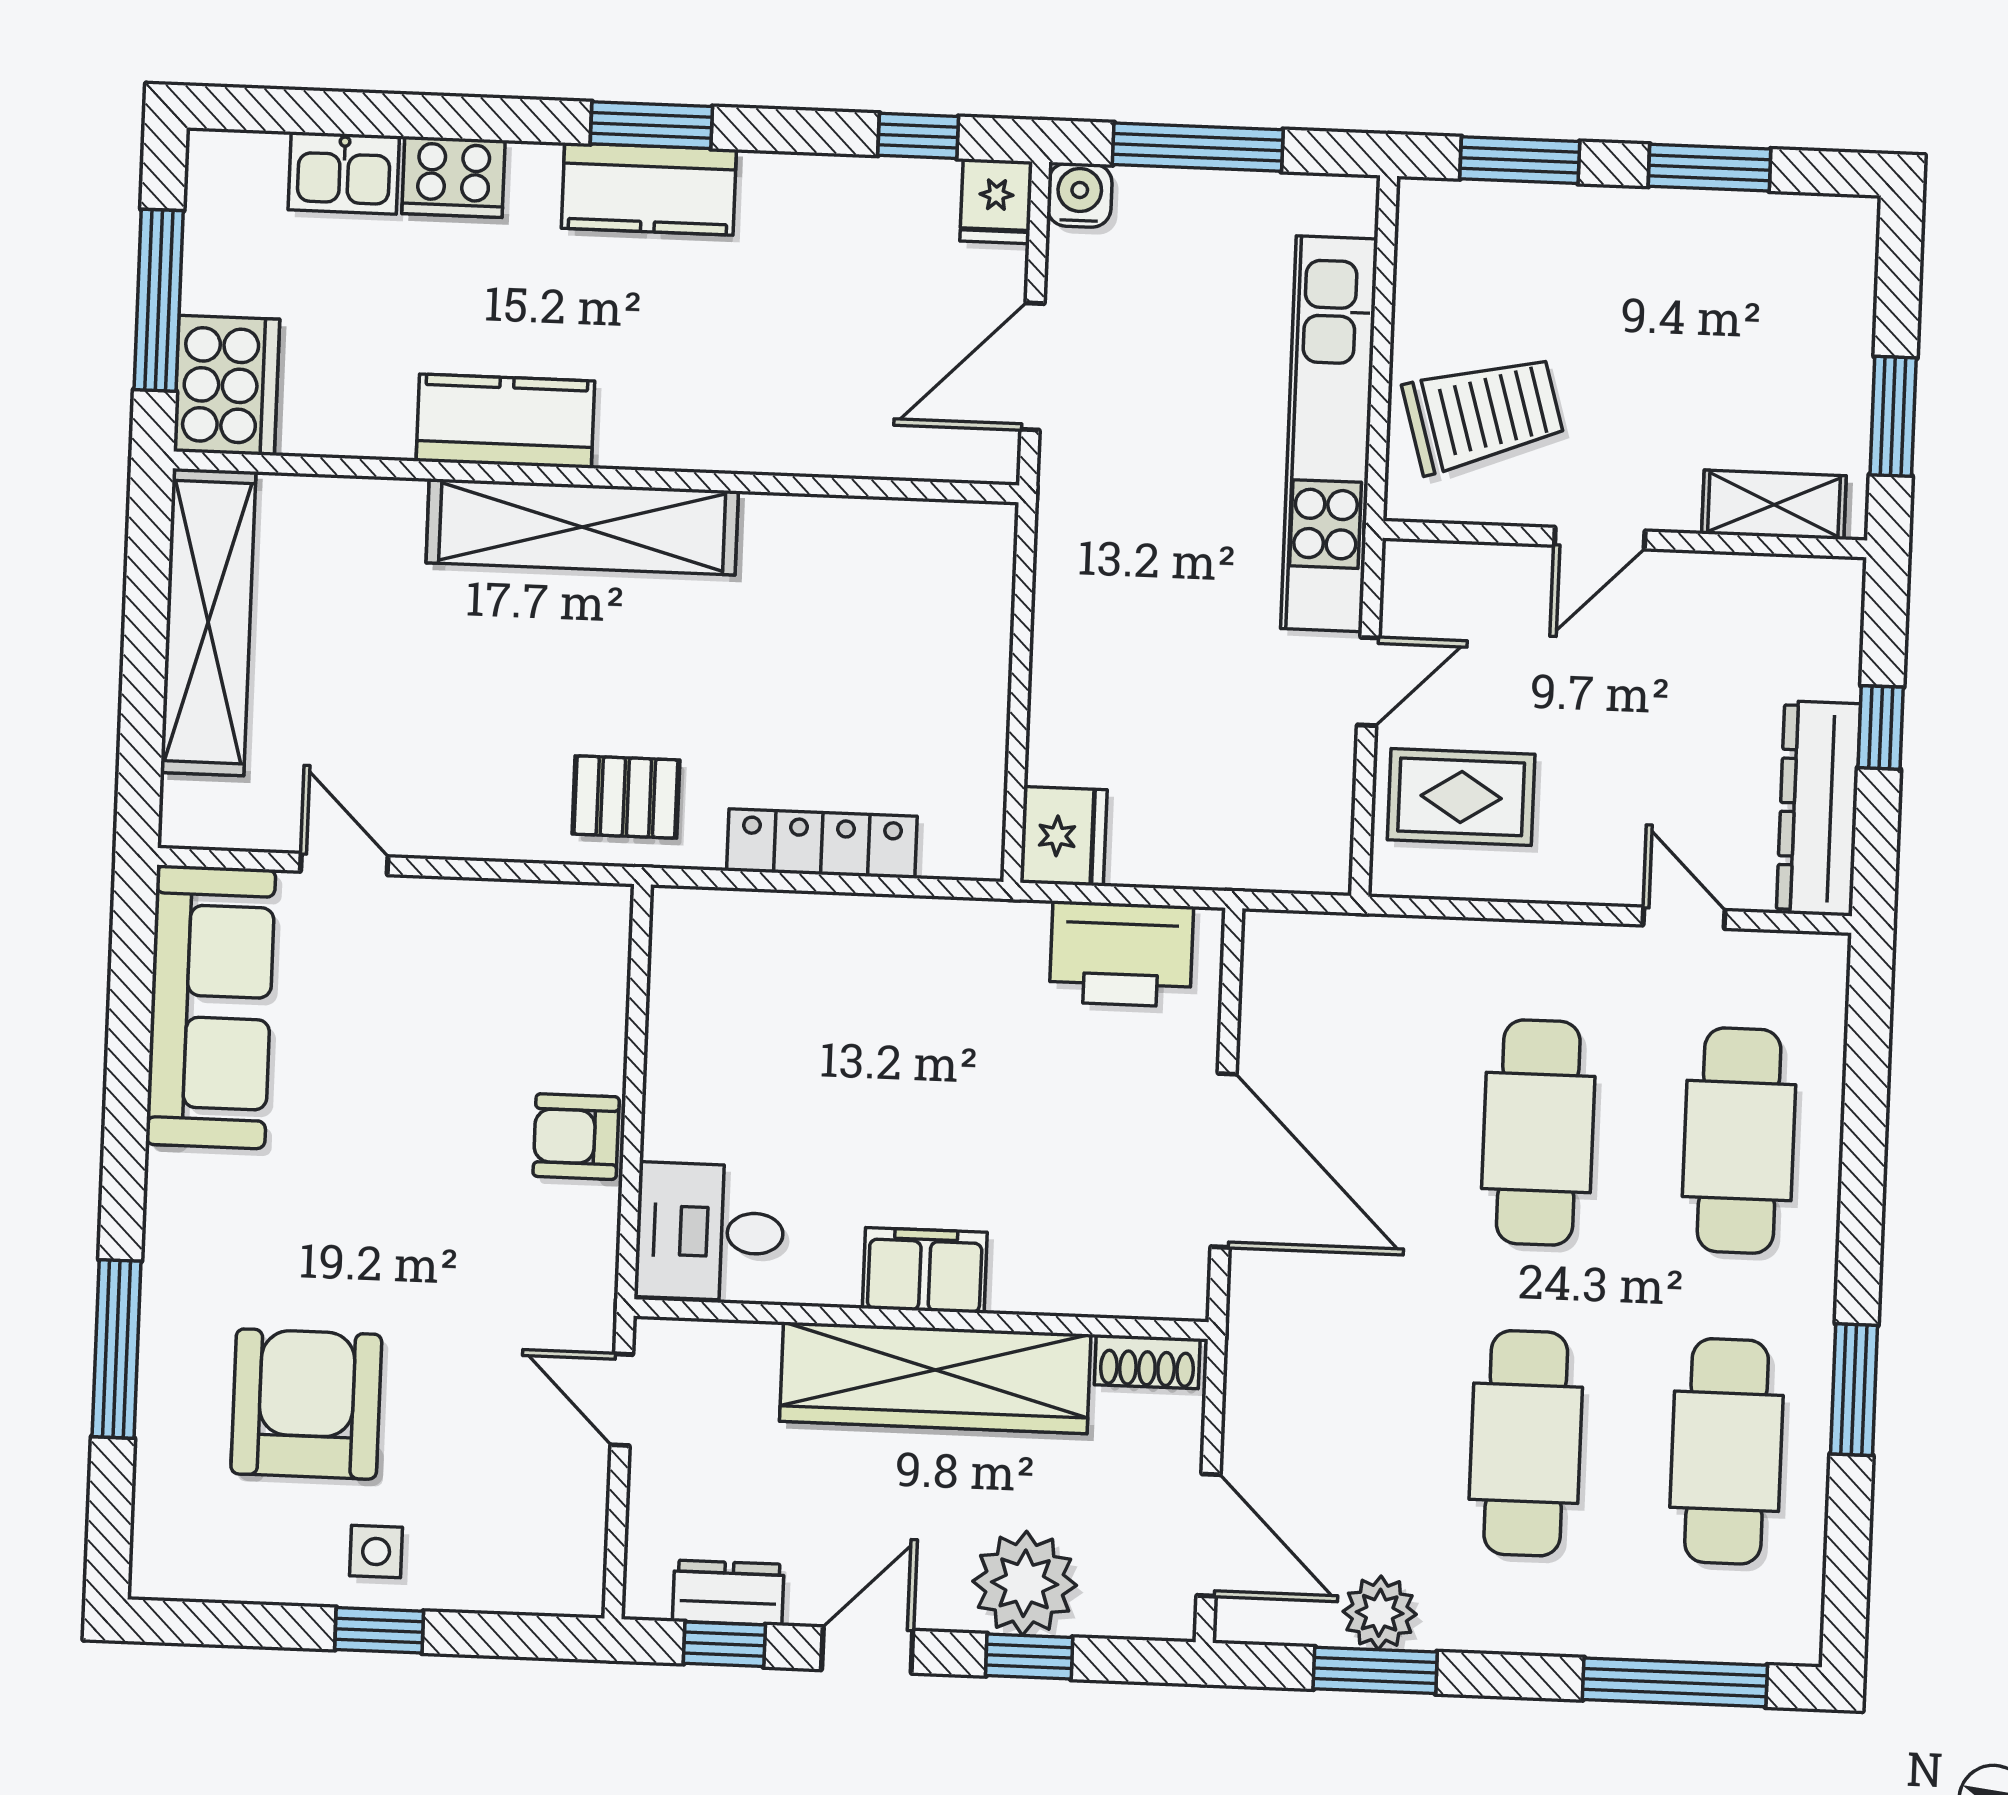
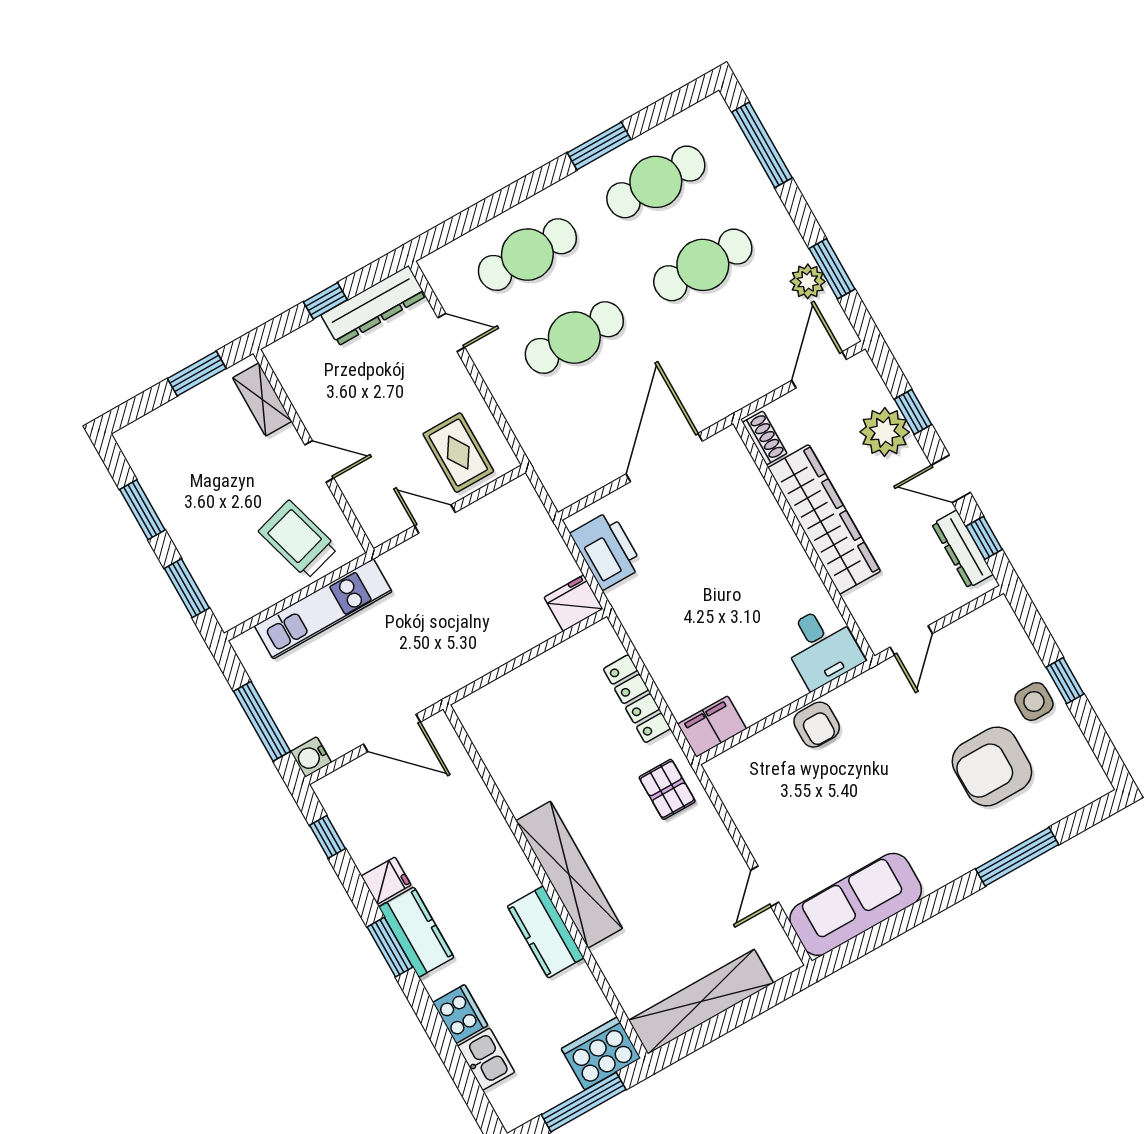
fridge: (996, 201) -> (386, 881), moved
kitchen unit: (1329, 434) -> (323, 609), width x0.73
door: (1684, 918) -> (451, 333), swing flipped
filing cabinet: (925, 1270) -> (712, 726), moved, turned 90
side table: (376, 1551) -> (1034, 702), width x1.37, depth x1.37
dresser: (728, 1593) -> (962, 549), width x1.44

